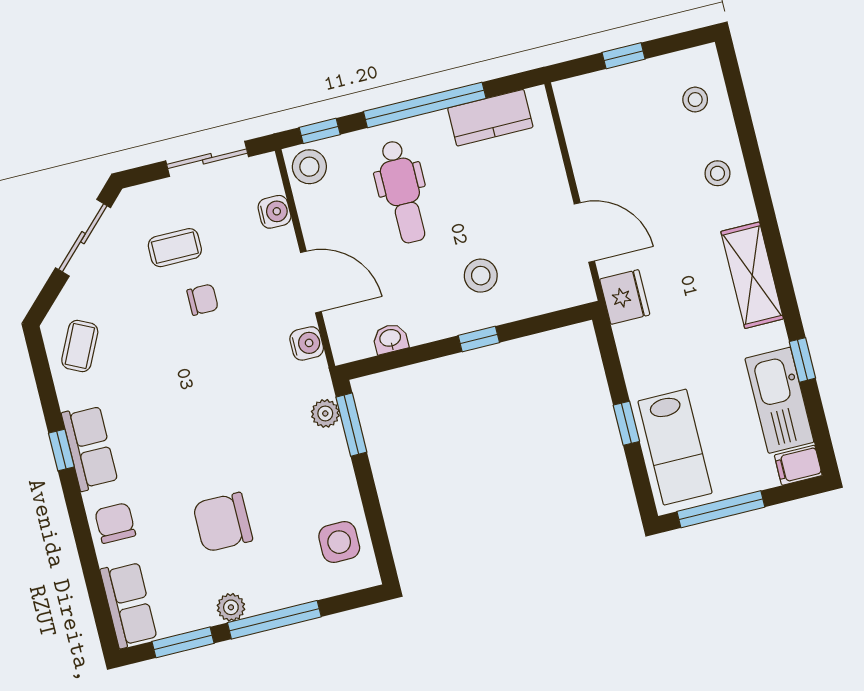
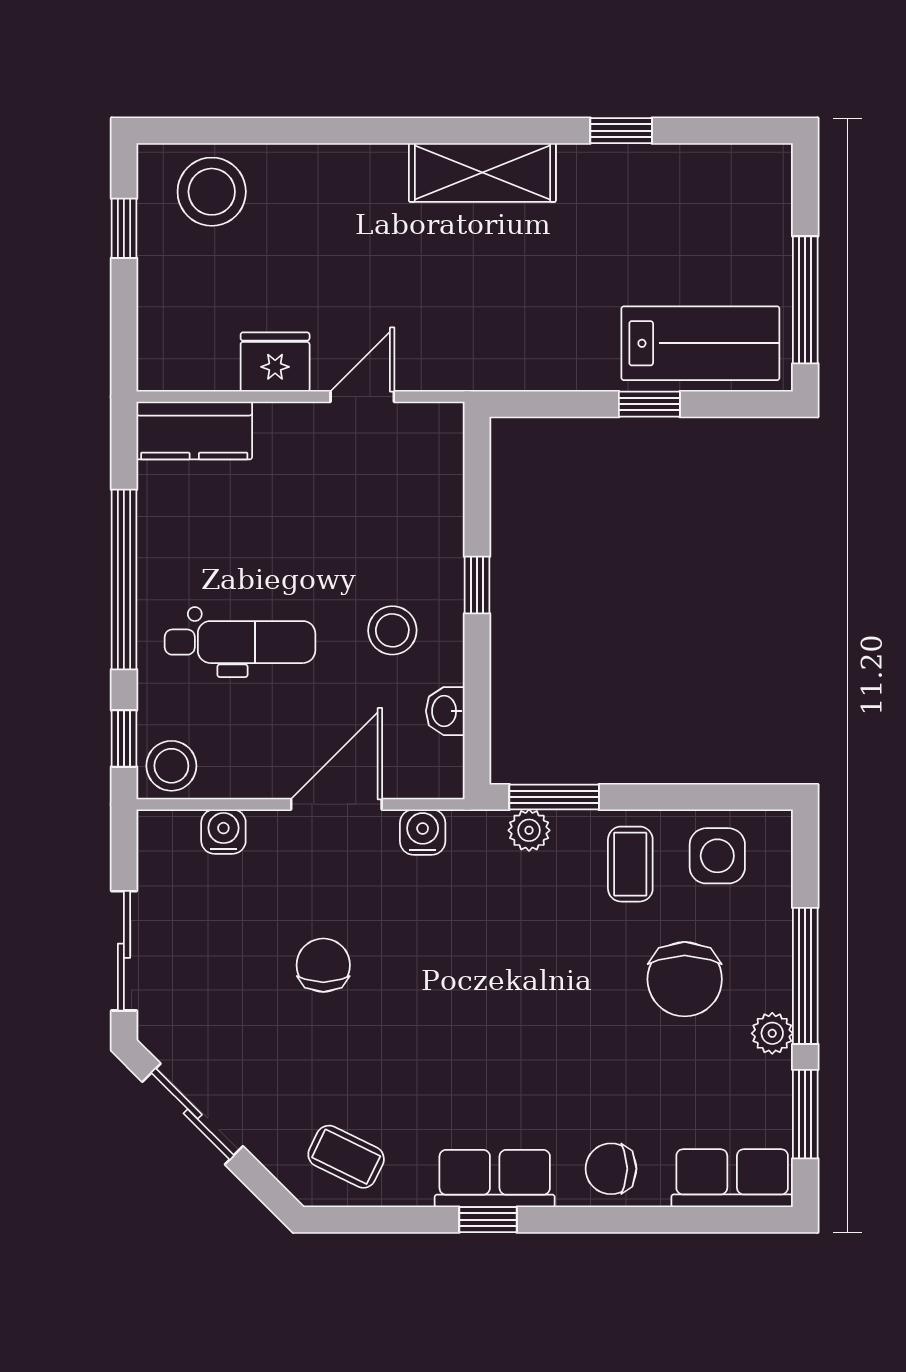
window: (624, 56) -> (124, 228), moved
stool: (695, 100) -> (212, 192), width x1.89, depth x1.89
kitchen counter: (490, 118) -> (194, 431), moved, turned 90
sliding door: (207, 159) -> (124, 951), moved
stool: (717, 173) -> (325, 186), removed
door: (584, 232) -> (362, 397), width x0.73
coffee table: (175, 248) -> (630, 864), moved
stool: (481, 276) -> (392, 630), moved
fridge: (625, 297) -> (275, 362), moved
chair: (203, 300) -> (323, 965), width x1.37, depth x1.37
kitchen sink: (779, 400) -> (670, 178), removed
filing cabinet: (798, 465) -> (770, 174), removed
chair: (223, 522) -> (685, 979), moved

